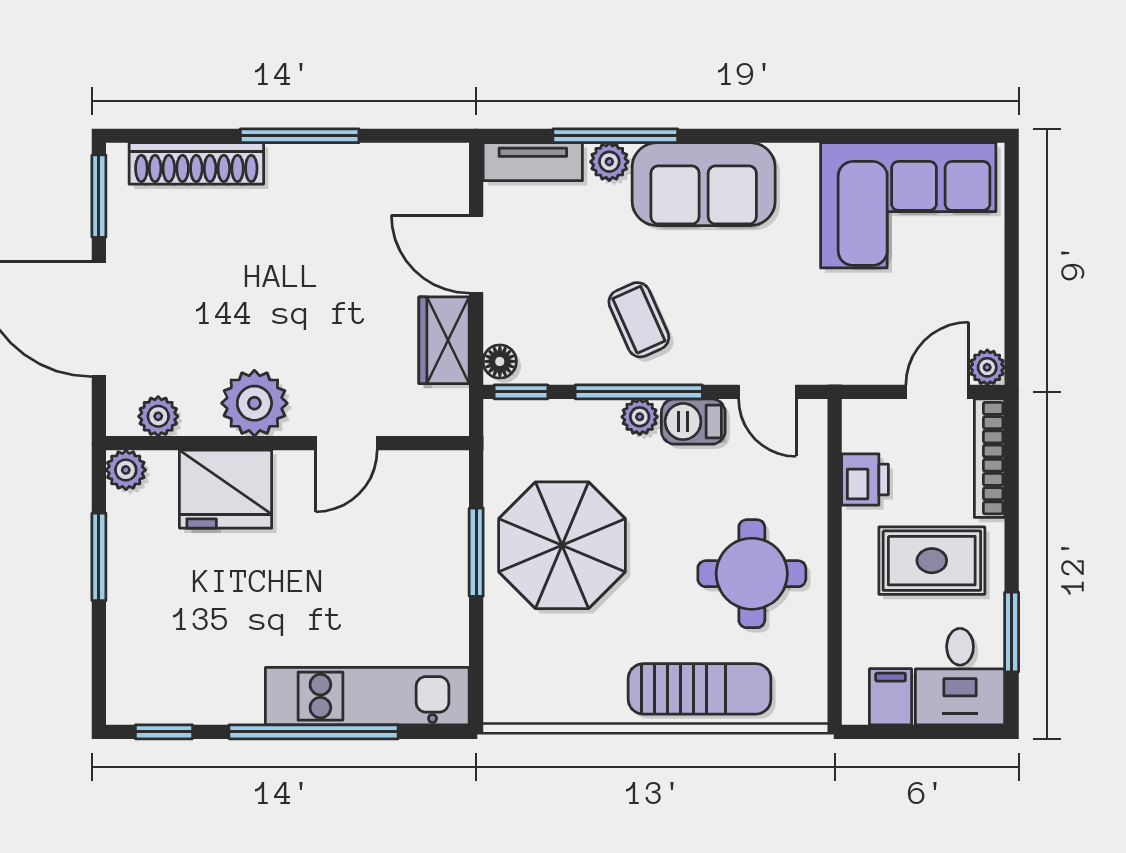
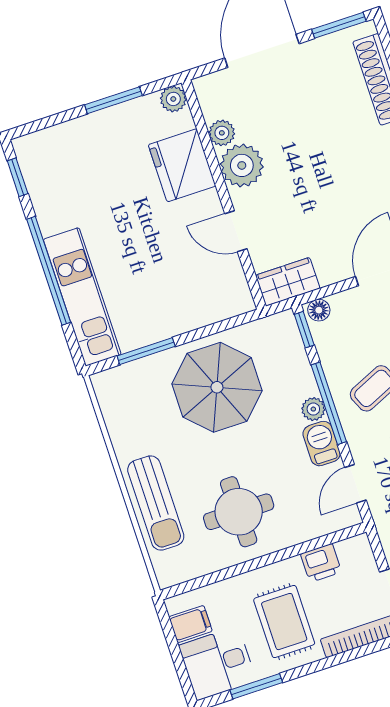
wardrobe: (444, 340) -> (288, 282), moved
plant: (158, 416) -> (222, 133), moved
window: (476, 552) -> (146, 351), moved

